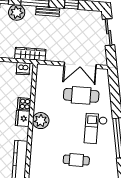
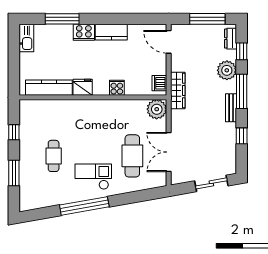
fridge: (23, 118) -> (83, 87), moved
plant: (41, 121) -> (157, 109), moved

